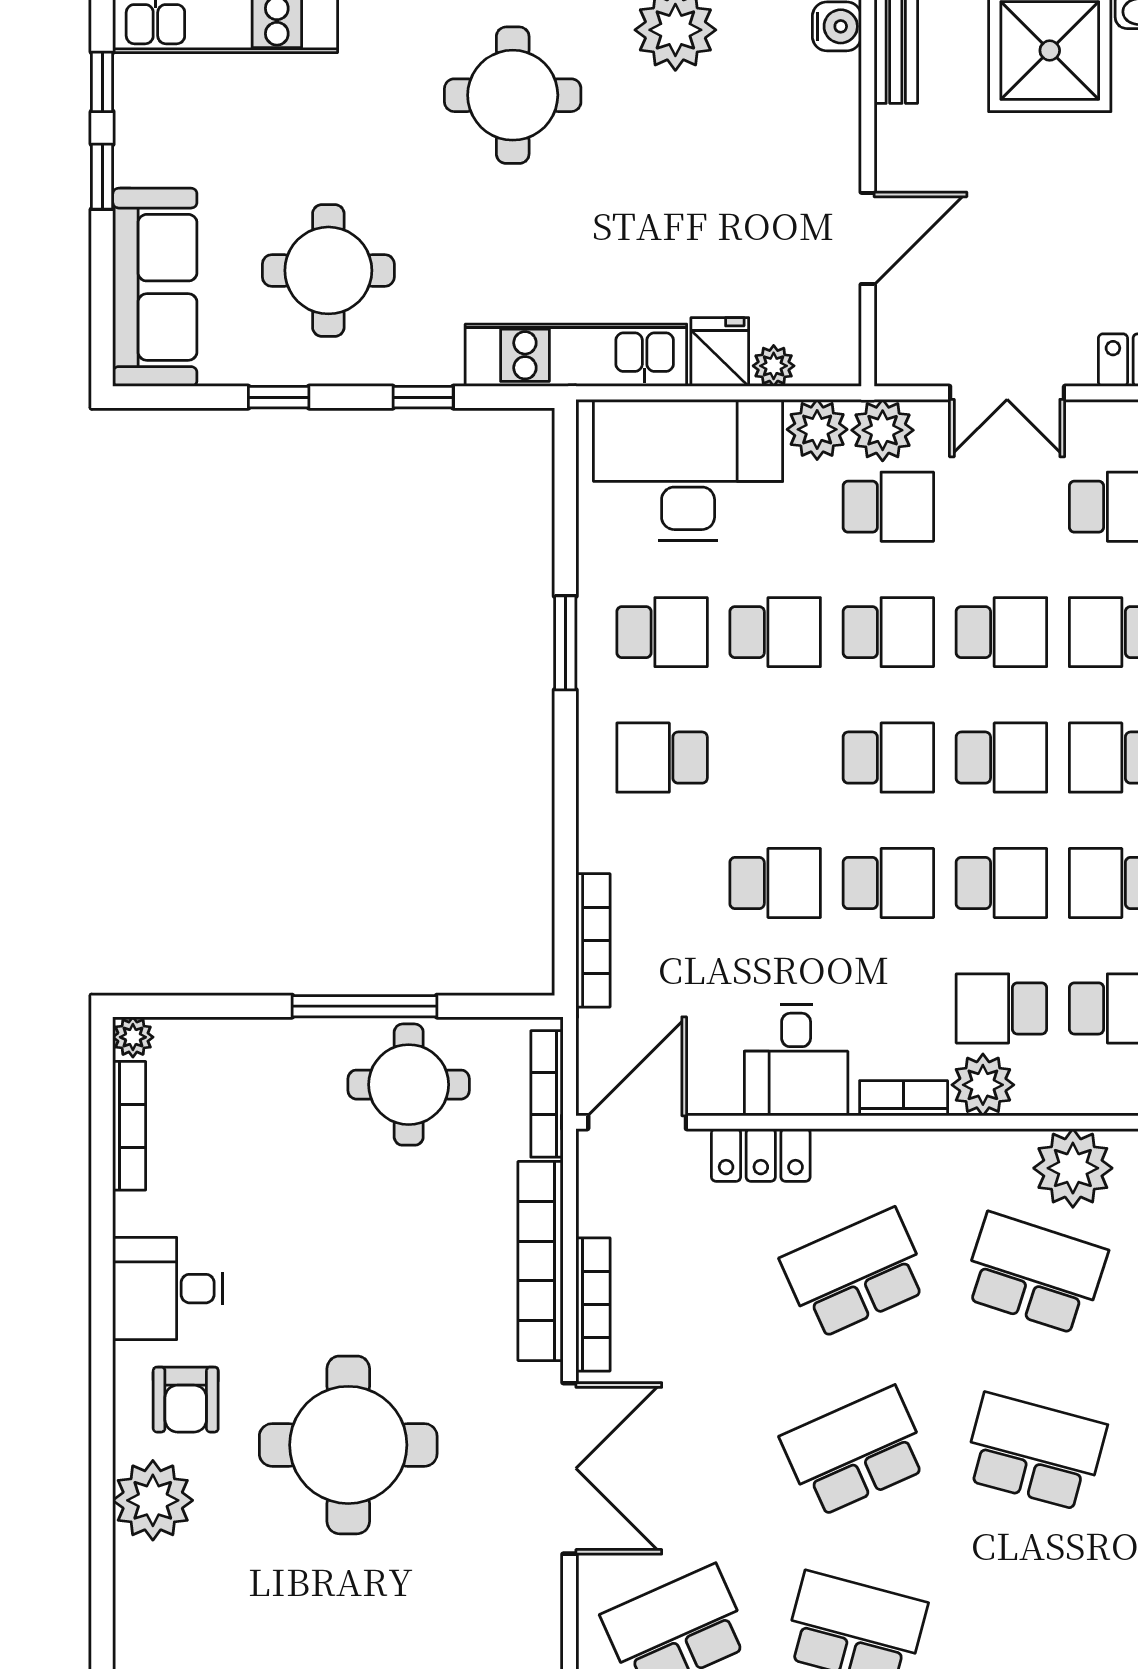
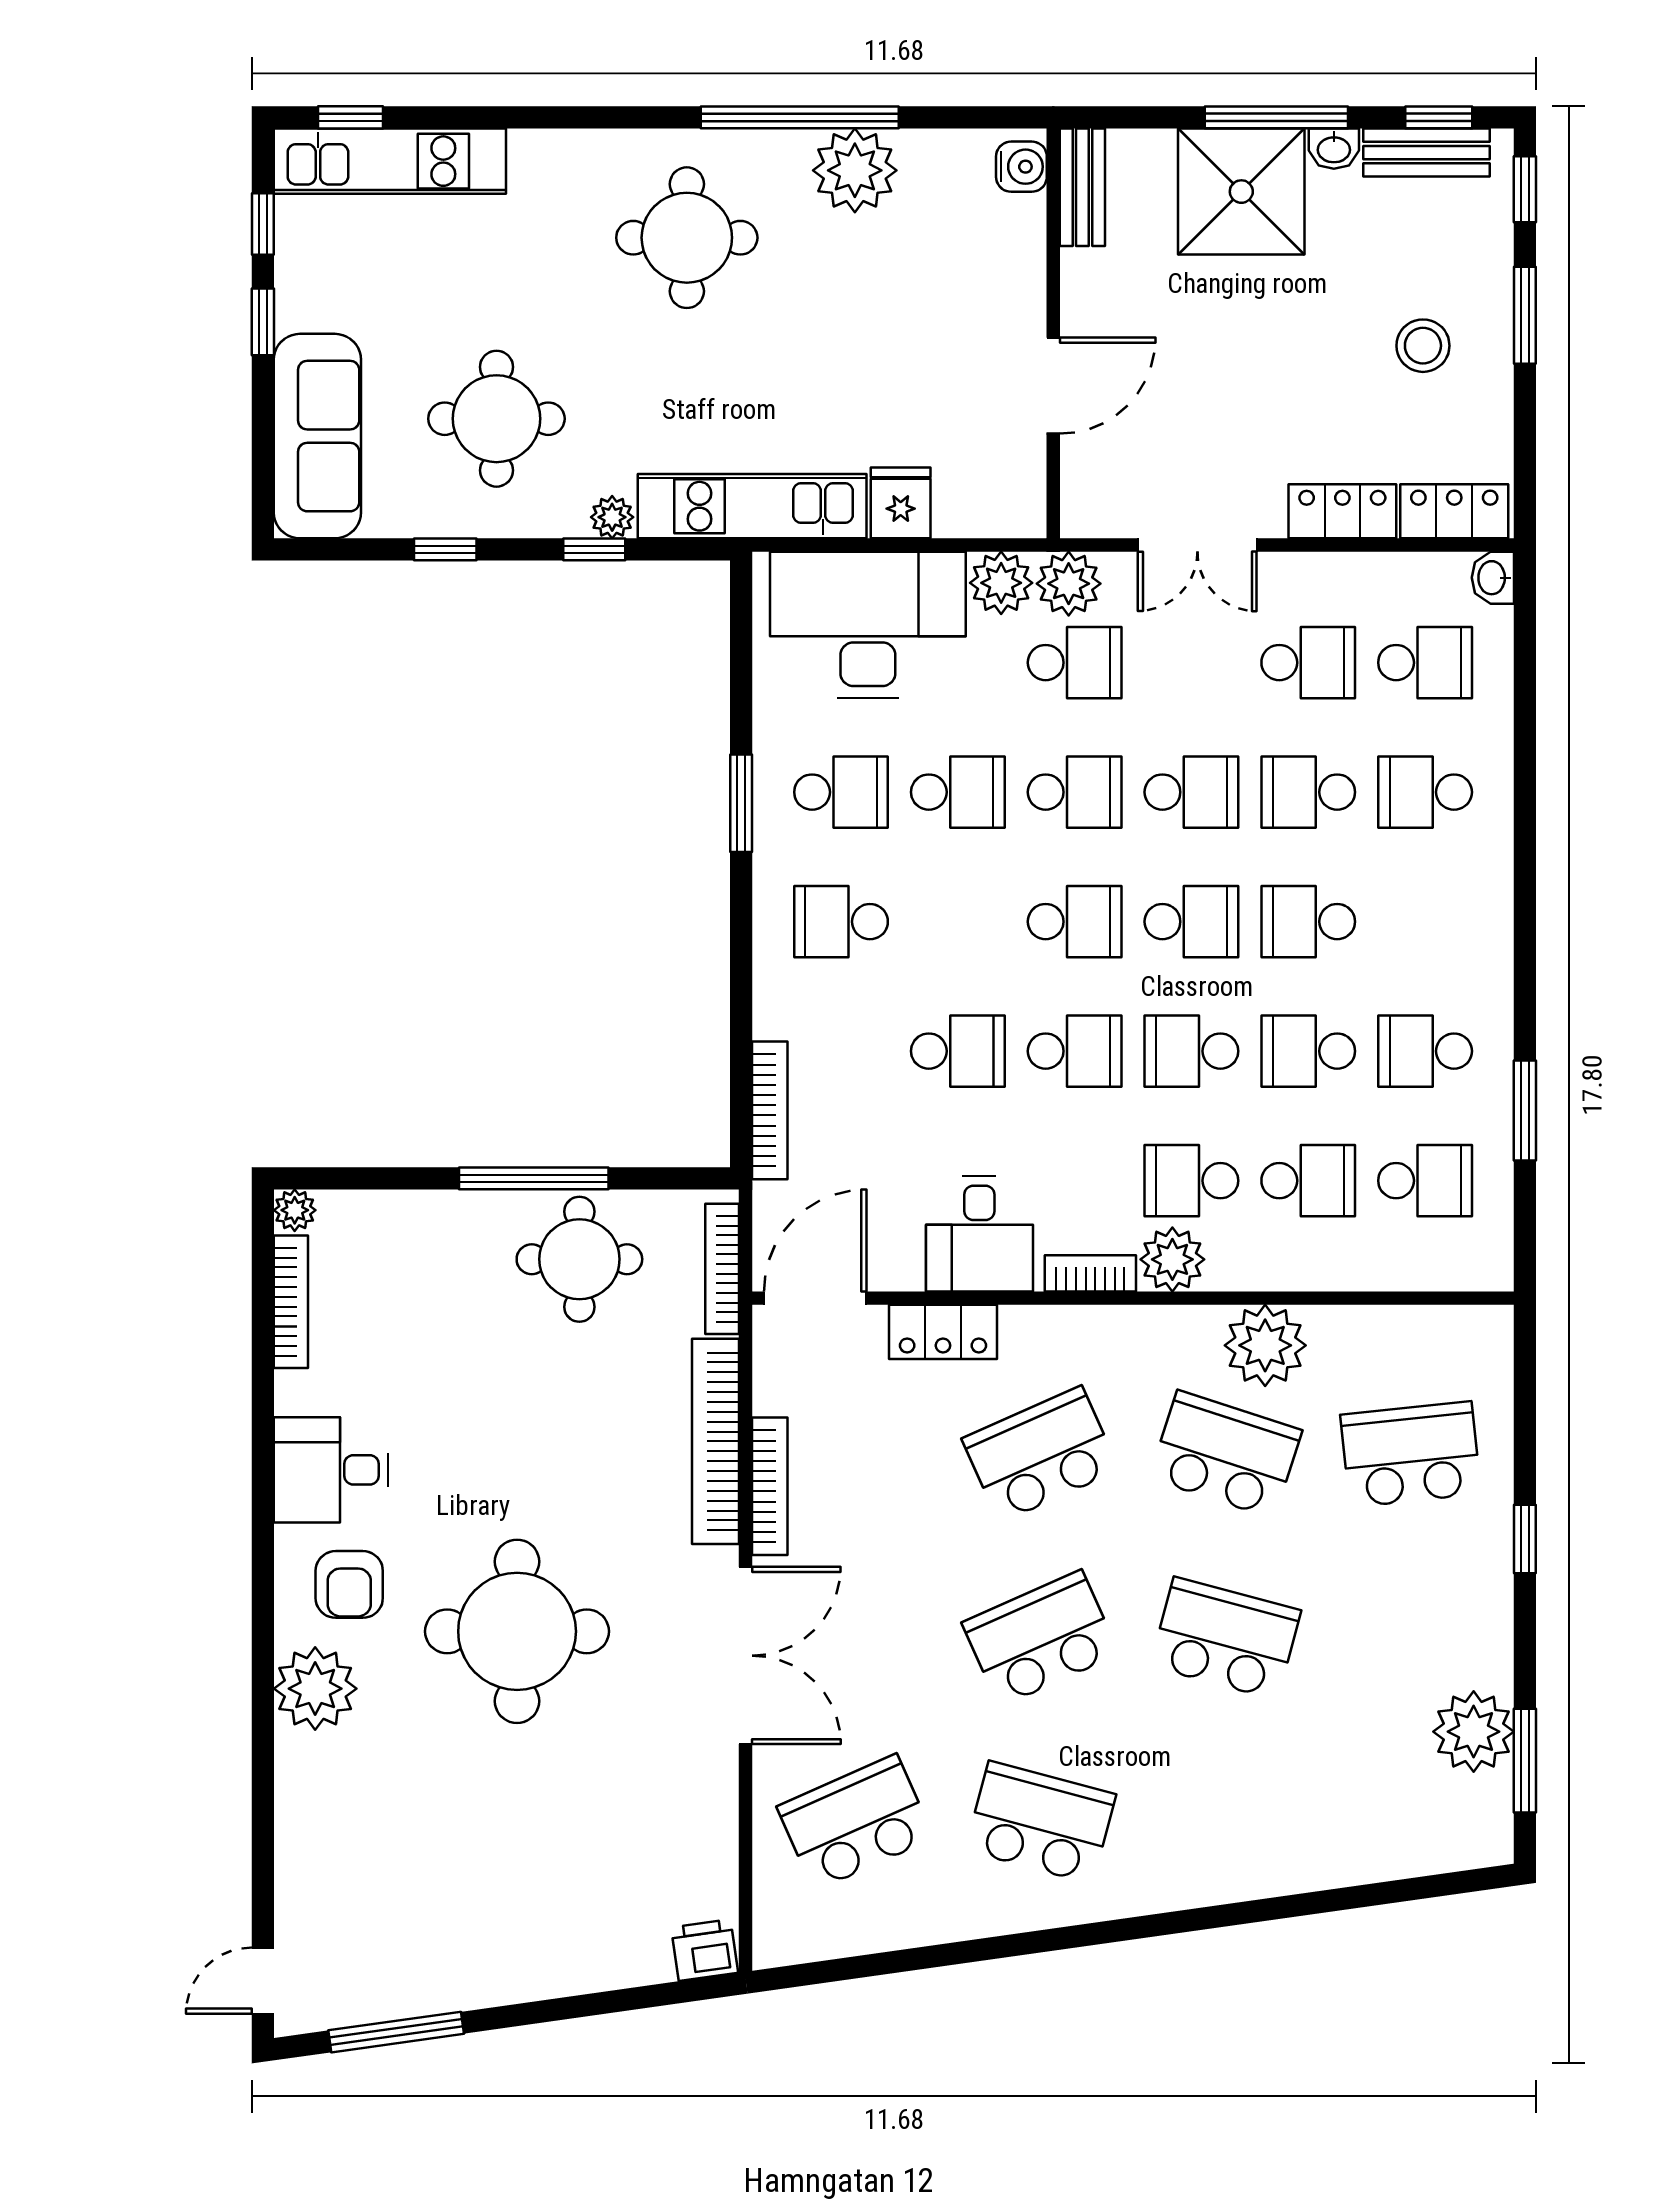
plant: (774, 366) -> (612, 517), moved
school desk: (1001, 883) -> (1191, 1051), turned 180

